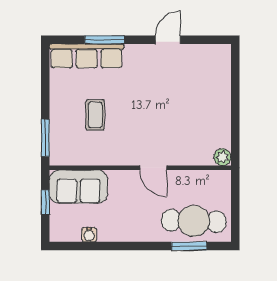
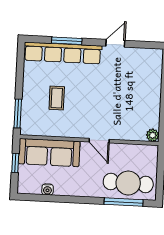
row of seats: (87, 56) -> (63, 53), width x1.36
sofa: (78, 187) -> (49, 153), width x1.36
window: (189, 246) -> (124, 202), width x1.44

